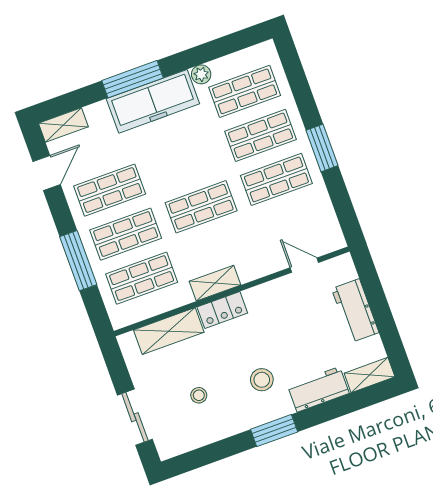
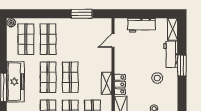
plant: (201, 74) -> (11, 23), moved
window: (322, 148) -> (82, 14), moved
shop shelf: (276, 179) -> (48, 77), moved
window: (274, 431) -> (182, 66), moved

